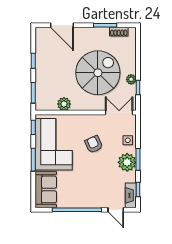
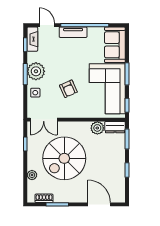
plant: (131, 79) -> (32, 175), moved
dresser: (46, 105) -> (115, 127), added
tv unit: (89, 202) -> (73, 32), added

